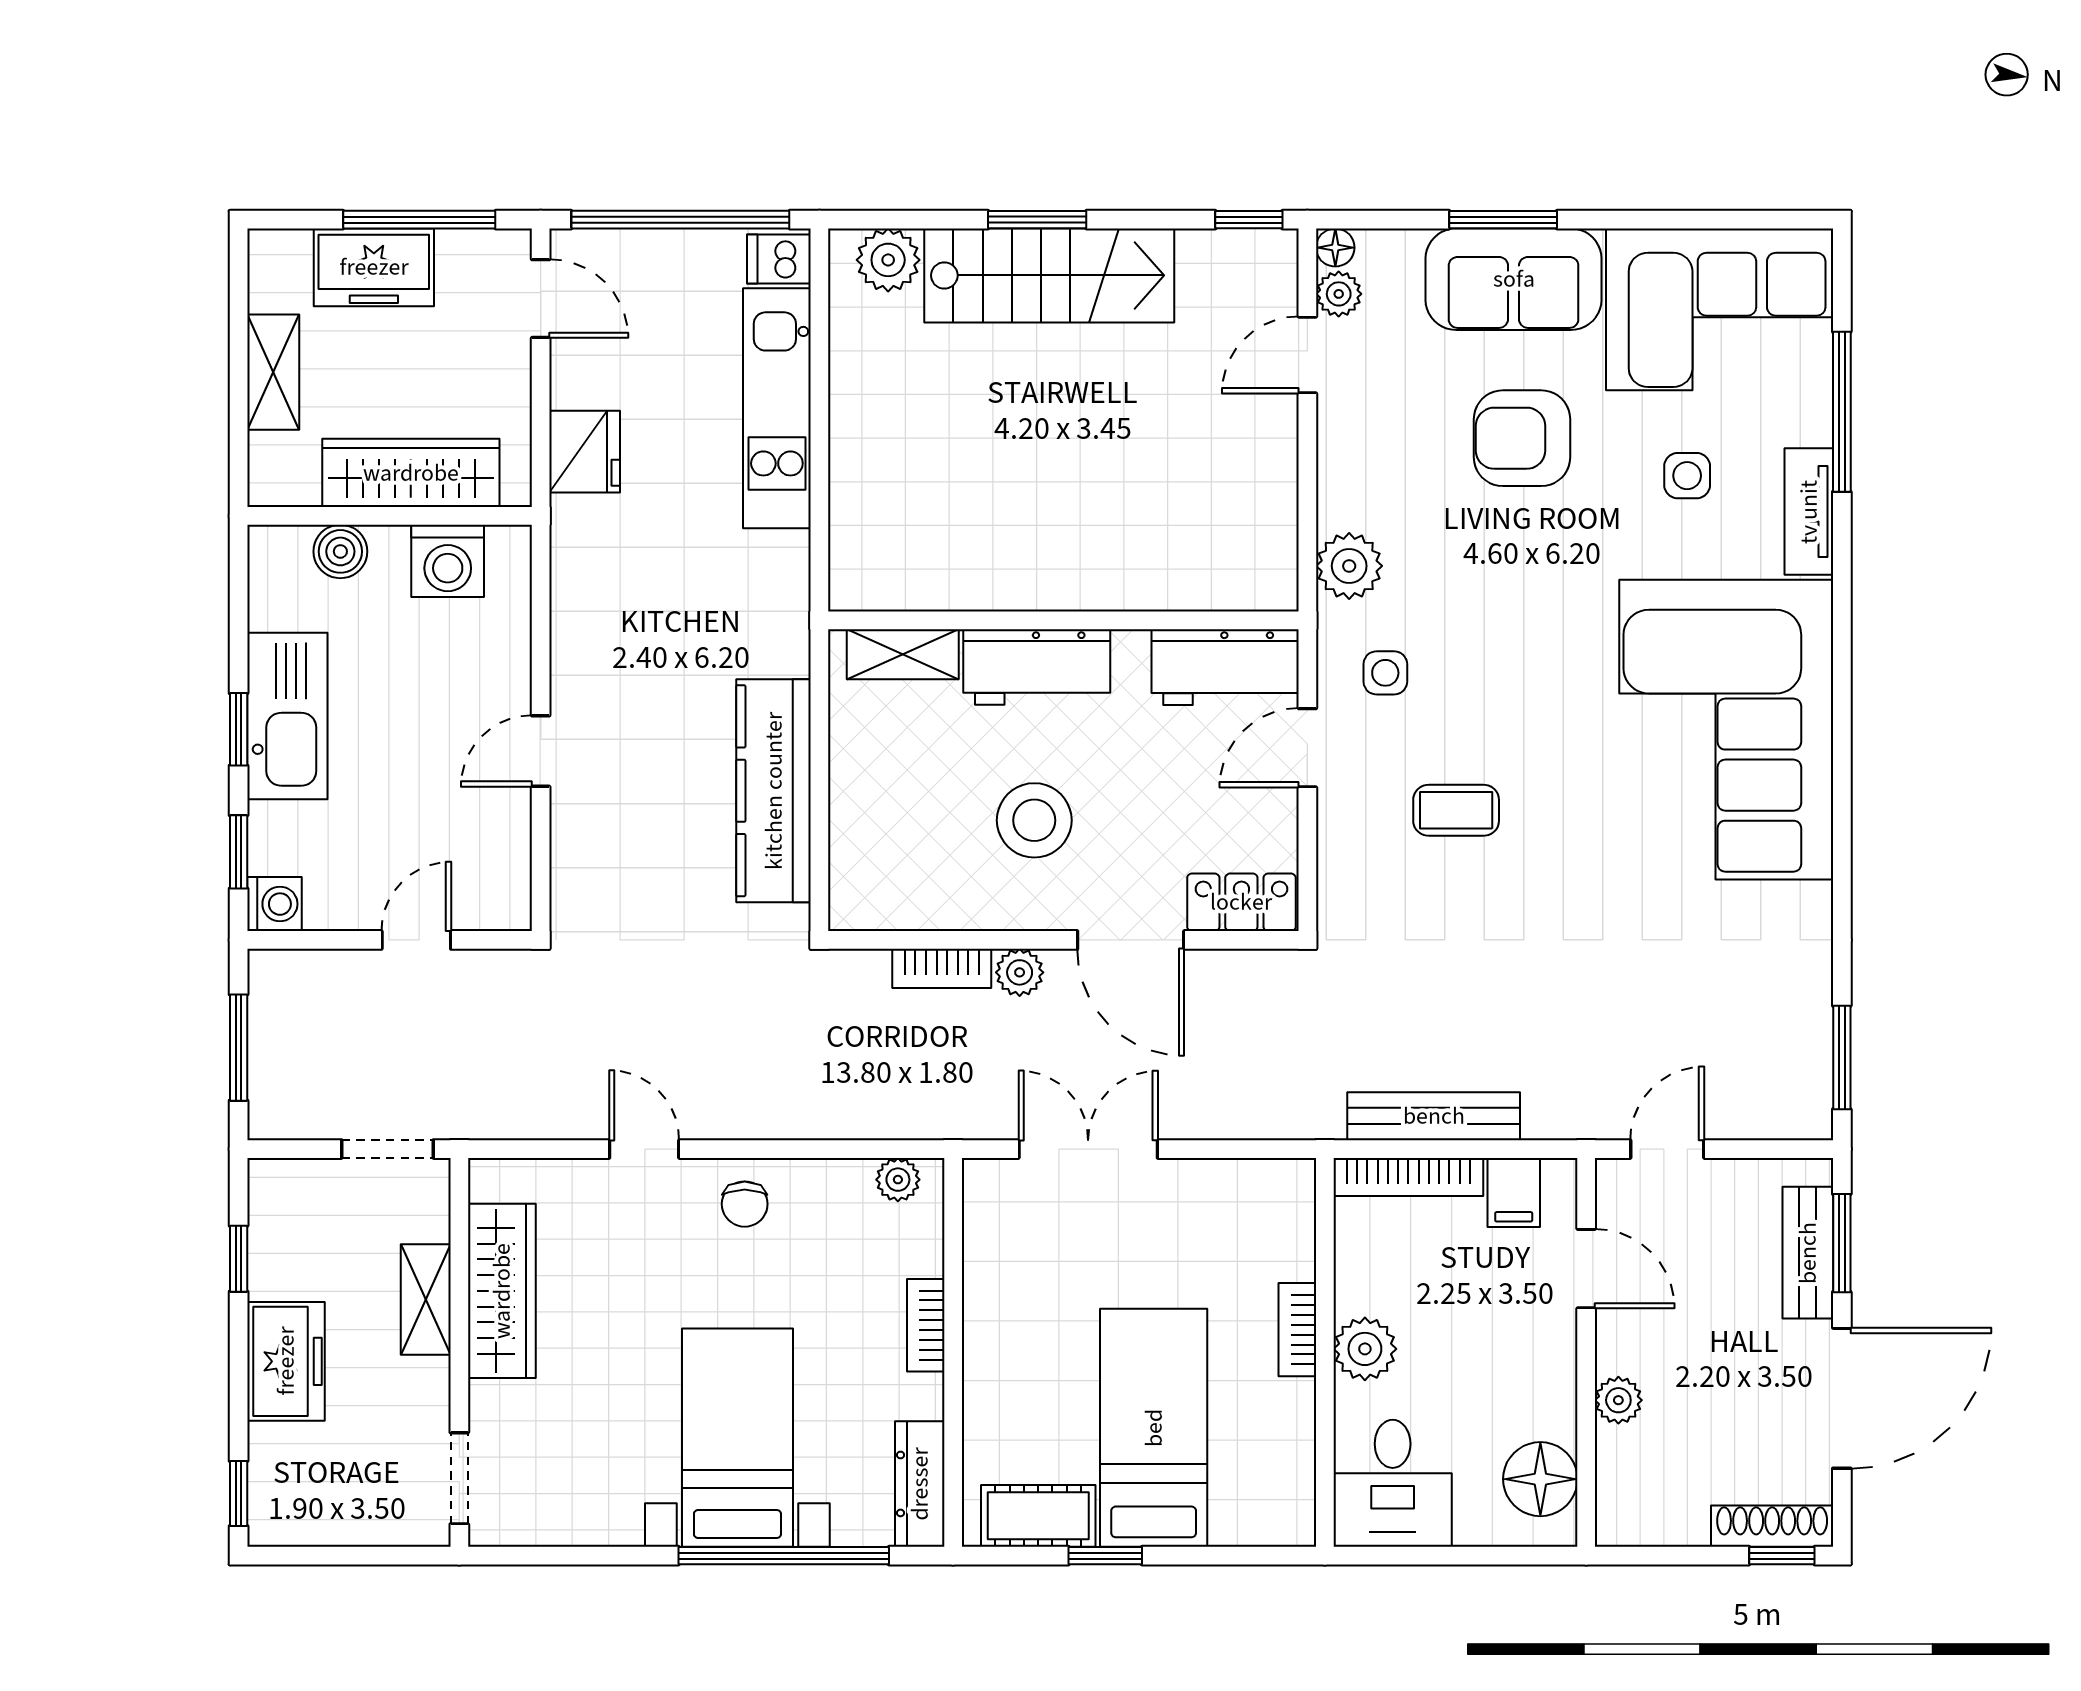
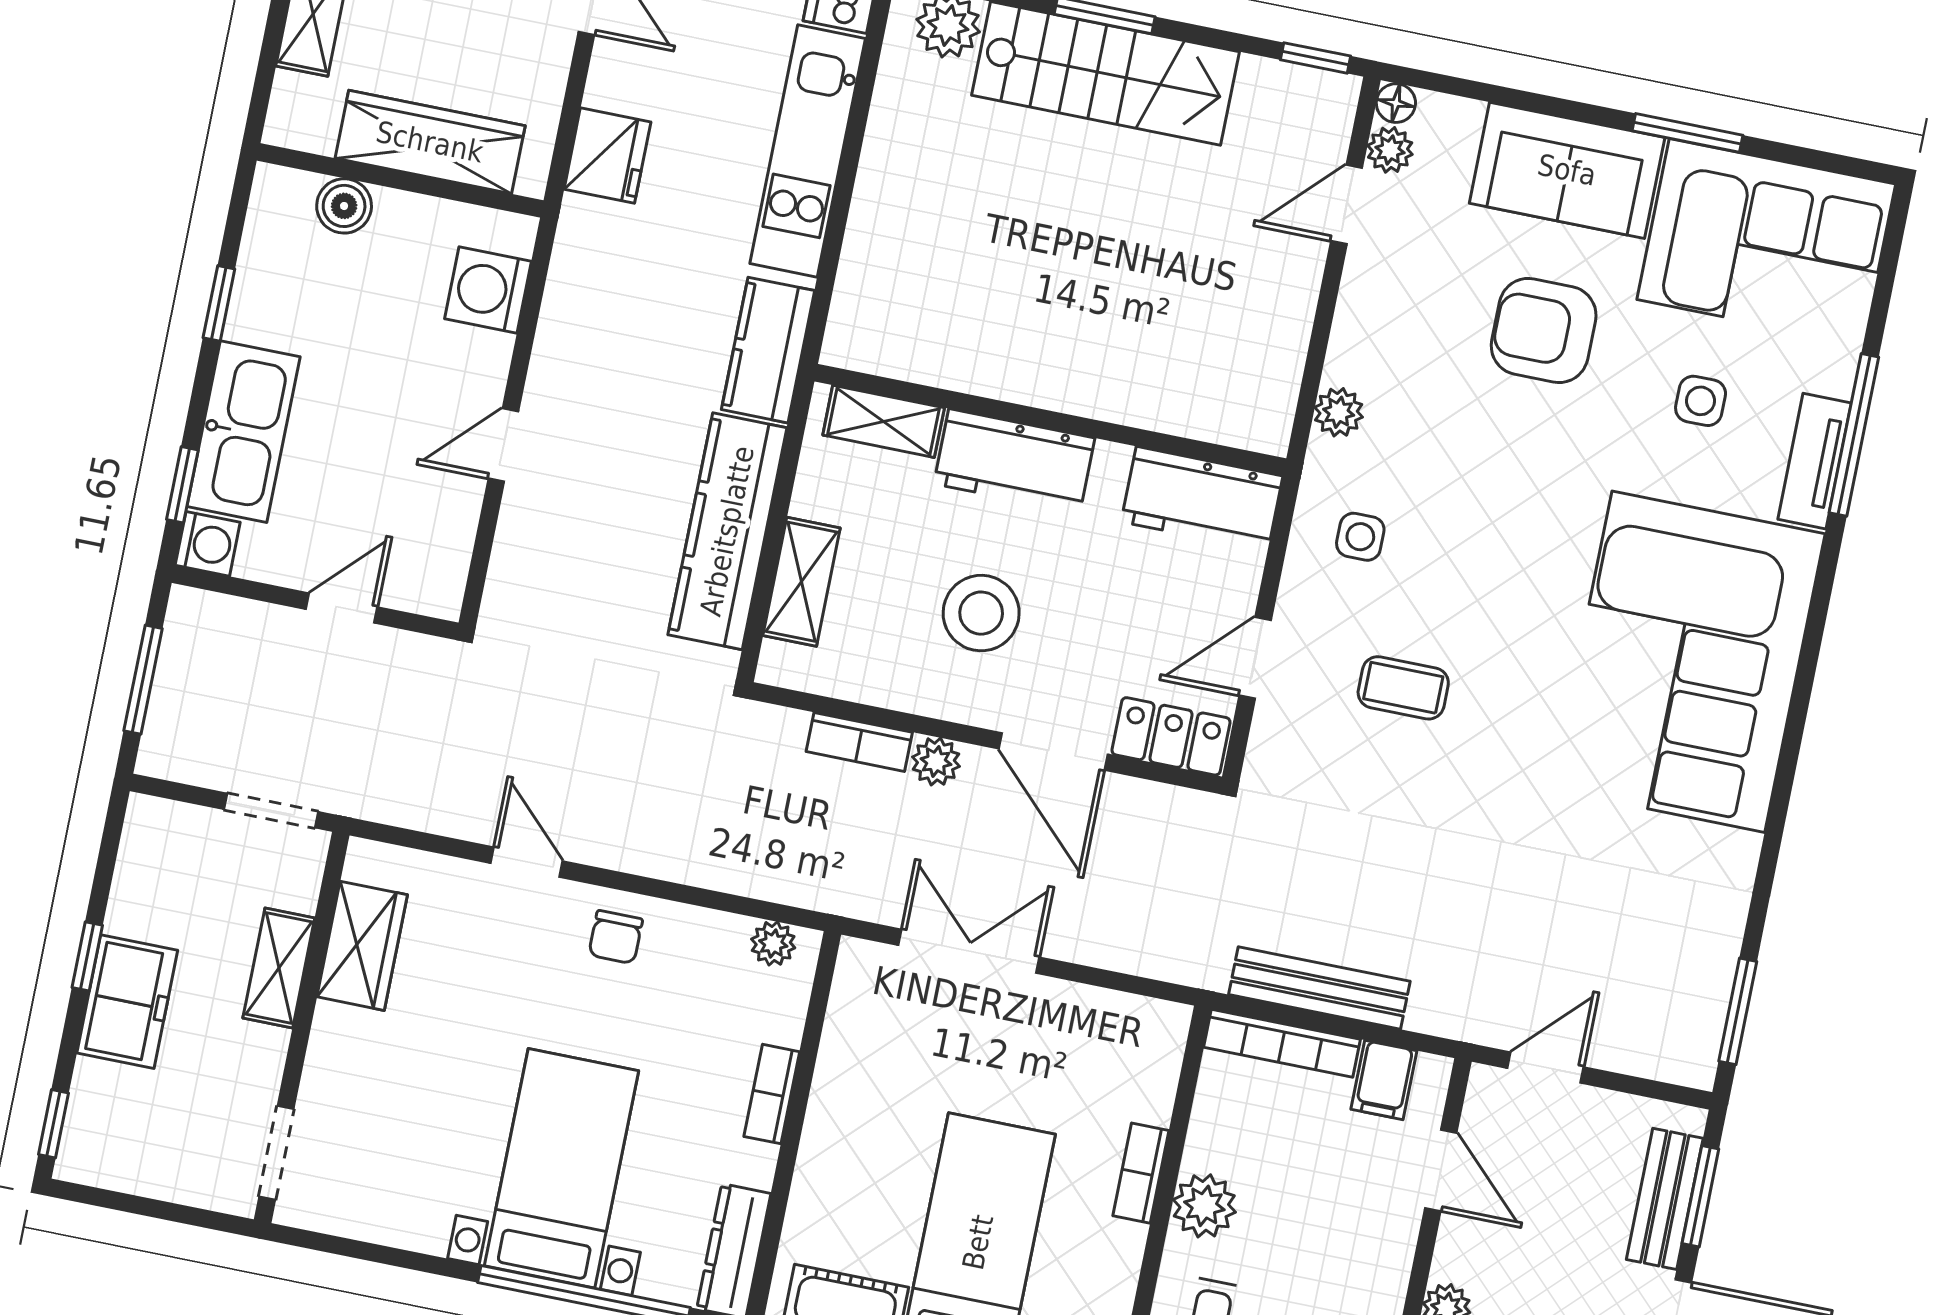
window: (1503, 220) -> (1688, 133), moved
window: (1842, 412) -> (1854, 435), moved
washing machine: (448, 561) -> (488, 290), moved, turned 90
plant: (1349, 566) -> (1339, 412), width x0.73, depth x0.73
kitchen counter: (777, 608) -> (768, 350), added
kitchen sink: (287, 716) -> (244, 432), moved
window: (239, 729) -> (219, 303), moved
door: (1307, 748) -> (1255, 658), moved
shelving: (855, 825) -> (802, 582), added
window: (239, 1259) -> (87, 956), moved
wardrobe: (502, 1291) -> (362, 946), width x0.67

